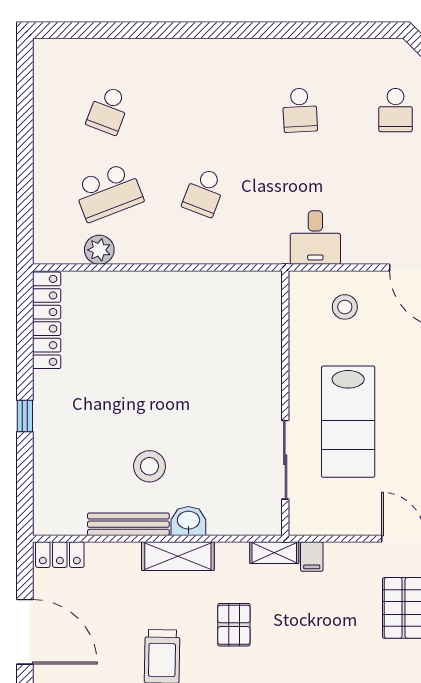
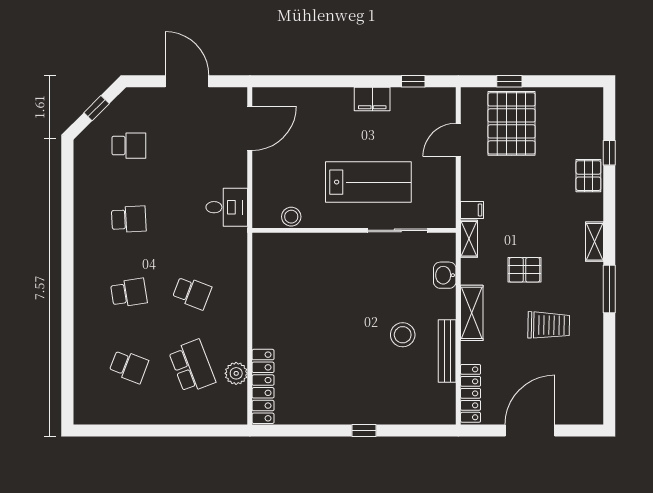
school desk: (204, 110) -> (129, 293), added
stool: (345, 307) -> (291, 217), moved
locker: (47, 320) -> (263, 386), moved, turned 90
washbasin: (188, 521) -> (445, 275), moved
locker: (60, 555) -> (471, 393), width x1.53

